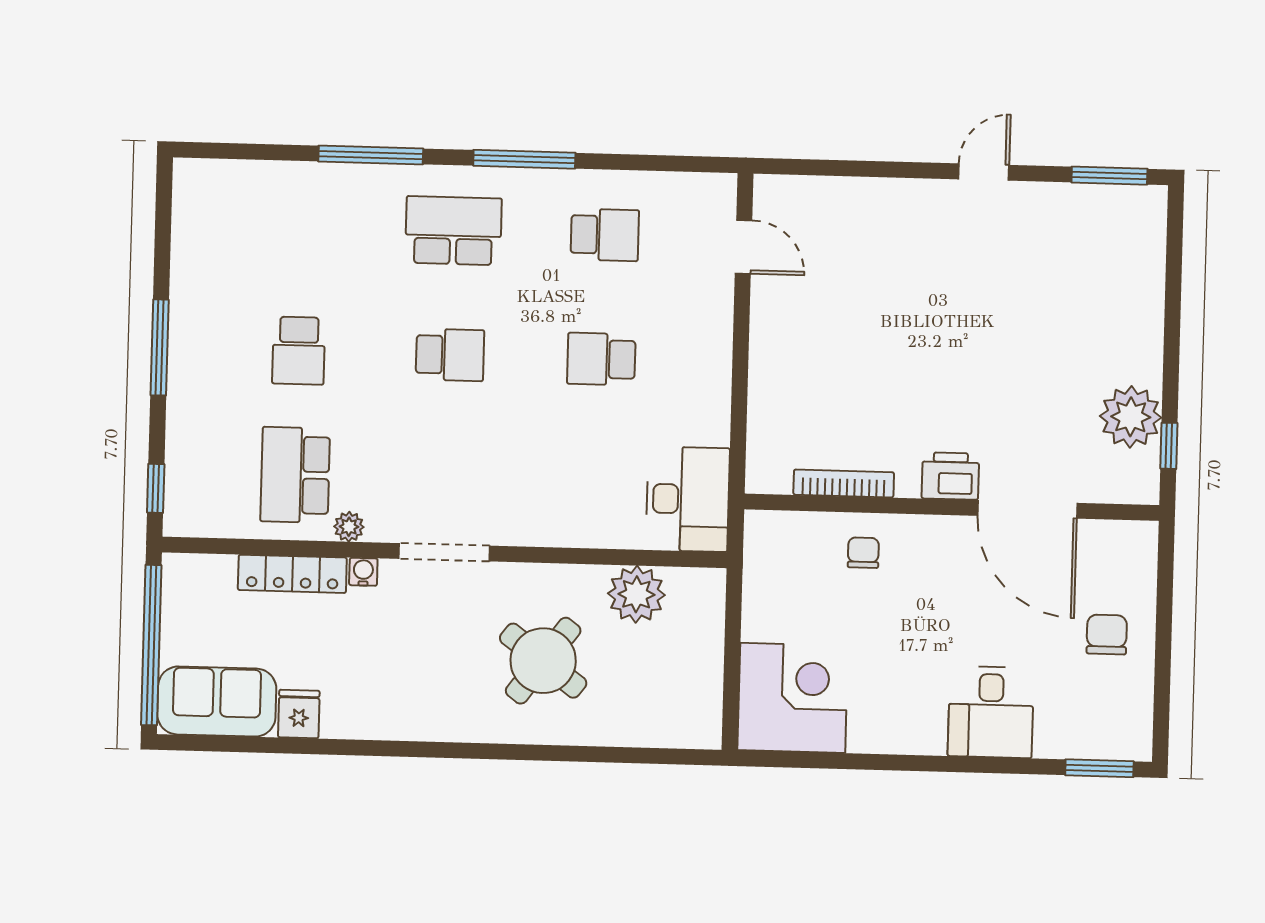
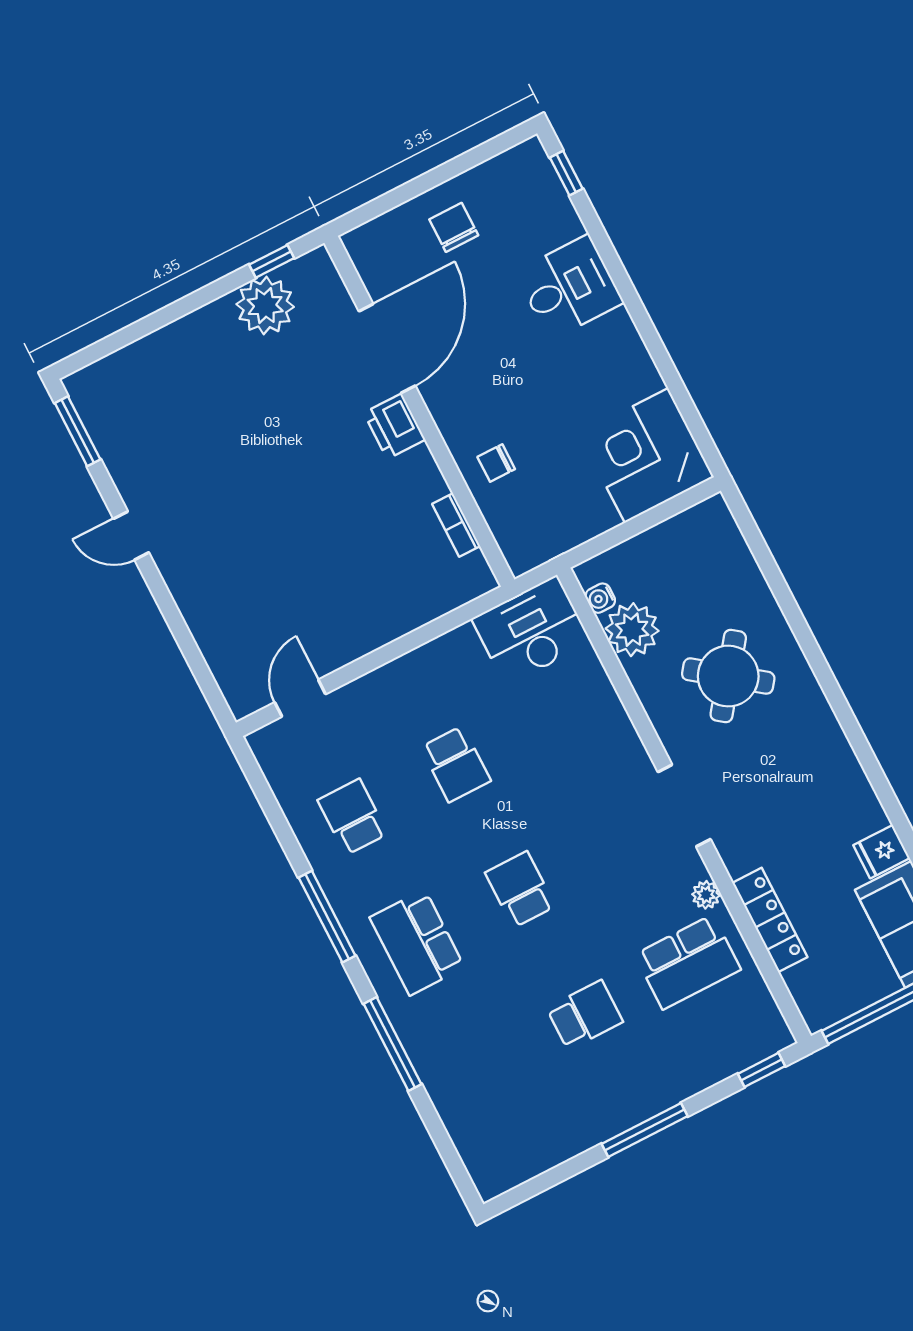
bookcase: (844, 483) -> (456, 525), width x0.64
water cooler: (363, 572) -> (600, 598), moved
chair: (1107, 635) -> (454, 227), turned 90
window: (1099, 768) -> (566, 173), width x0.67

